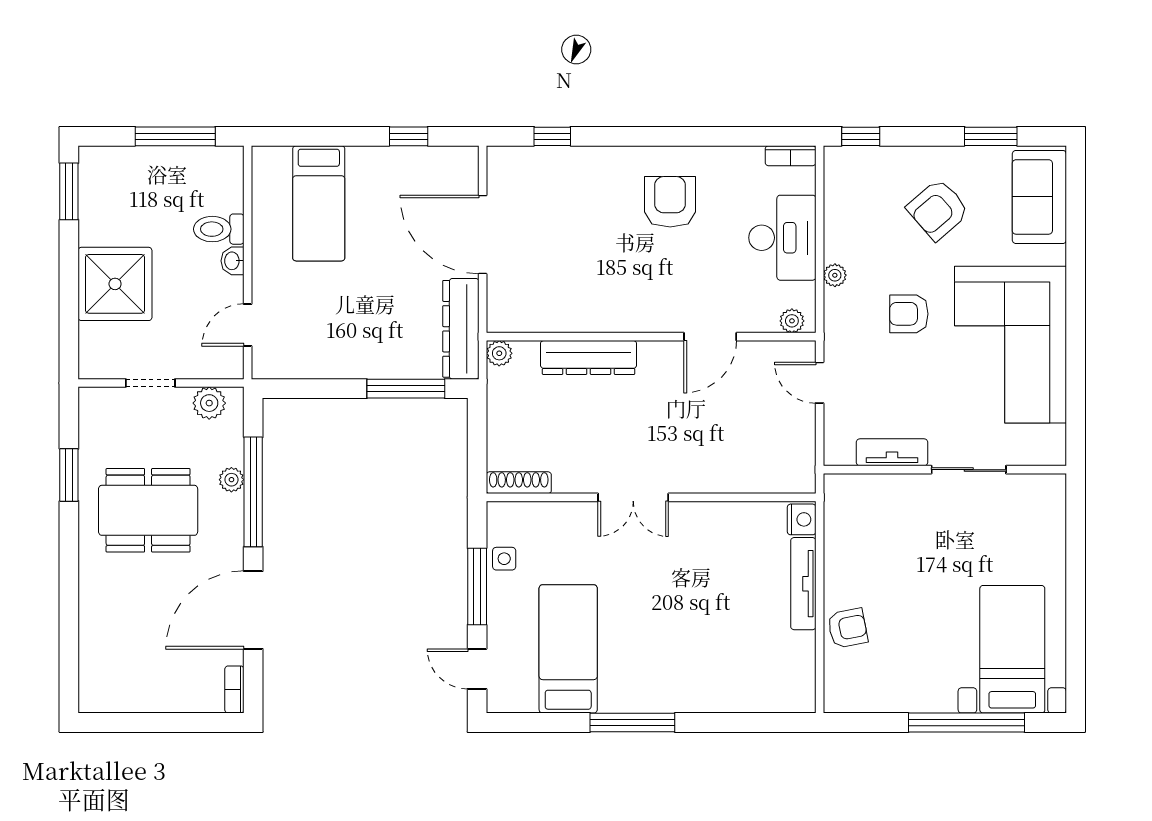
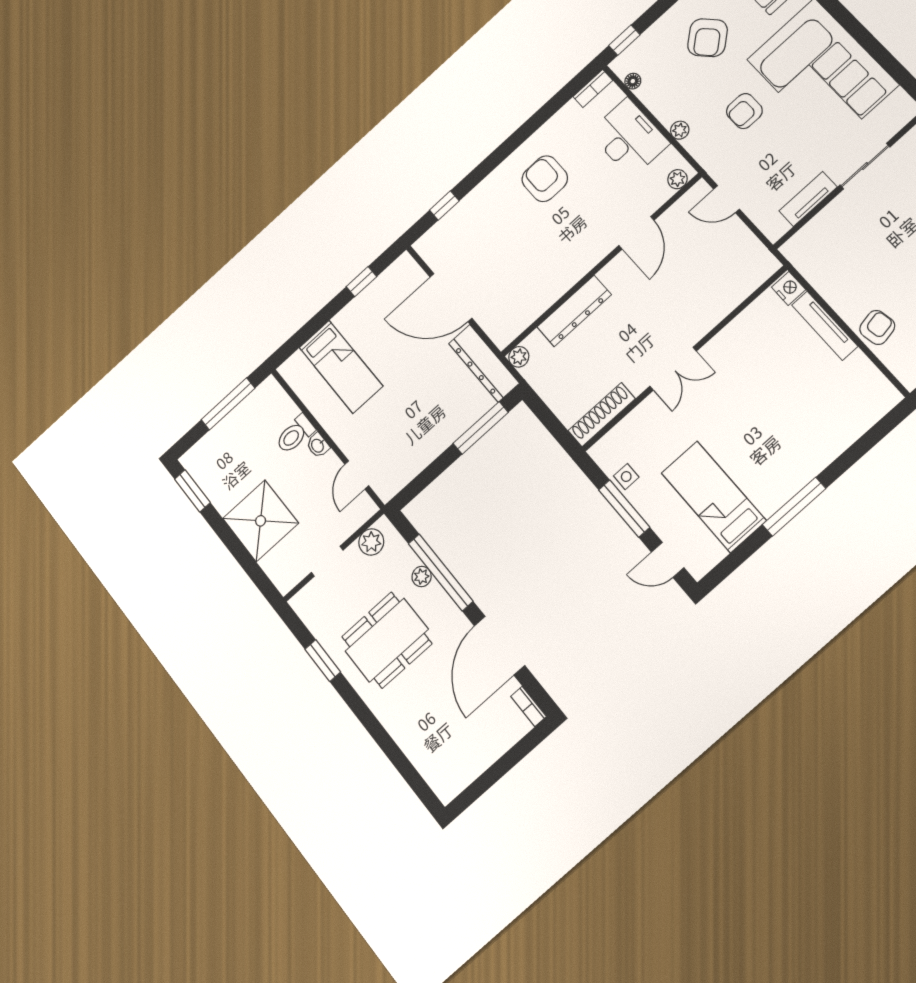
floor lamp: (833, 185) -> (633, 81), added
shoe rack: (519, 483) -> (602, 415), width x1.36, depth x1.24

